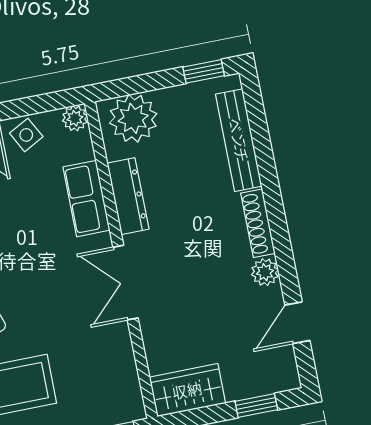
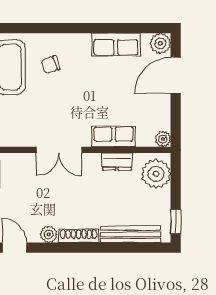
side table: (26, 135) -> (159, 108), removed
dresser: (128, 196) -> (117, 162), width x0.70
double door: (126, 283) -> (59, 150), swing flipped

